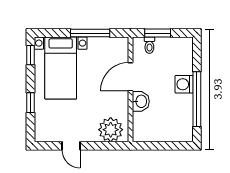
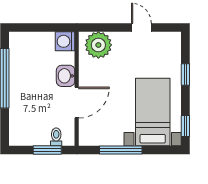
washing machine: (184, 84) -> (65, 41), moved, turned 180

